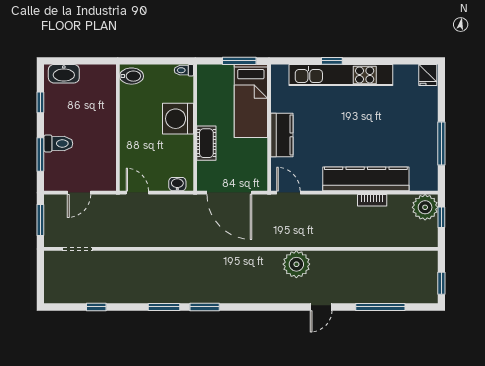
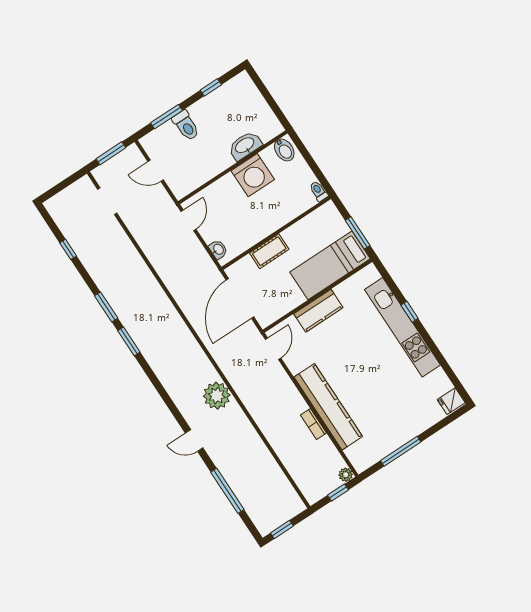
washbasin: (64, 74) -> (245, 146), moved, turned 90
washing machine: (178, 119) -> (253, 175), moved, turned 180
plant: (425, 207) -> (346, 475), width x0.53, depth x0.53

